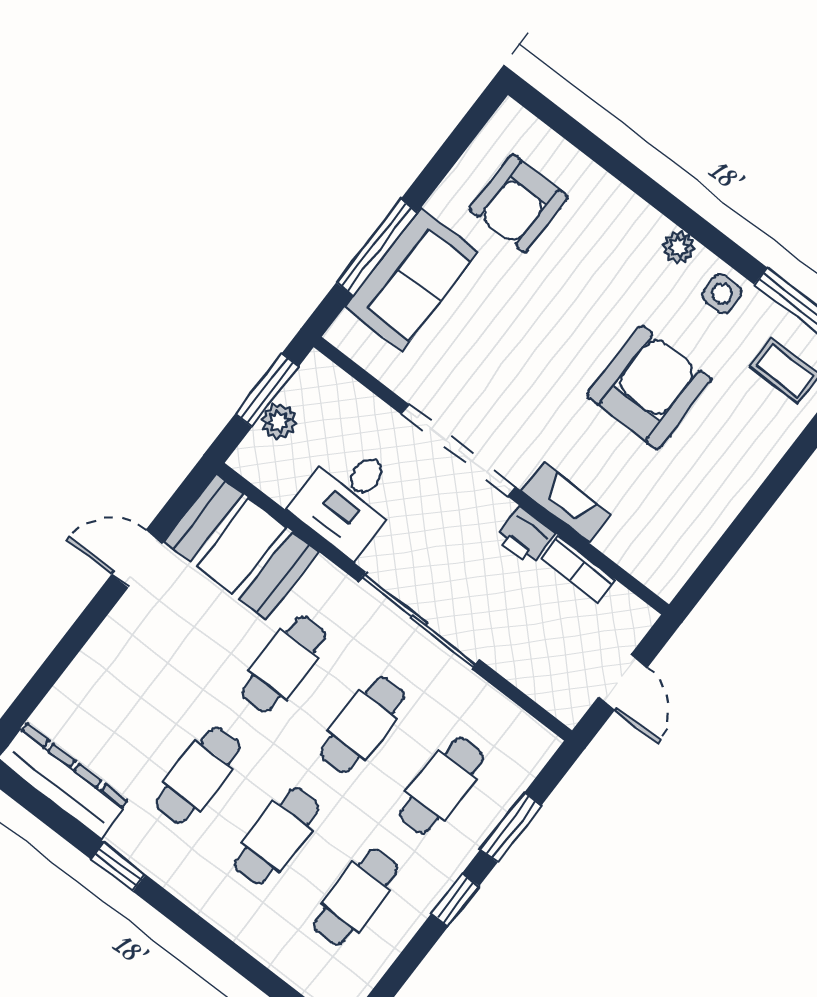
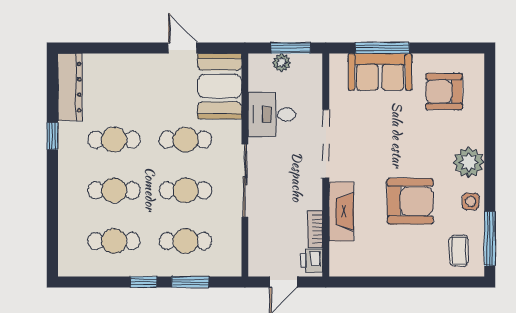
plant: (679, 247) -> (469, 162), width x1.88, depth x1.88
fireplace: (566, 502) -> (341, 211), width x1.37, depth x1.32
printer: (525, 536) -> (312, 261), moved

